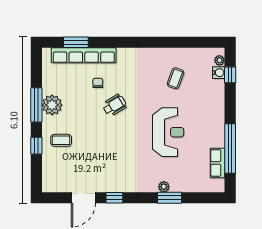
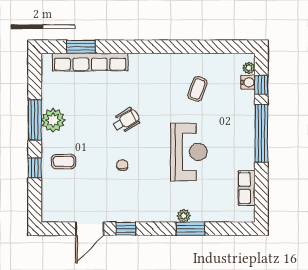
chair: (98, 83) -> (122, 165), moved
window: (230, 149) -> (261, 133), moved

